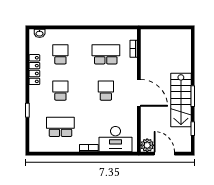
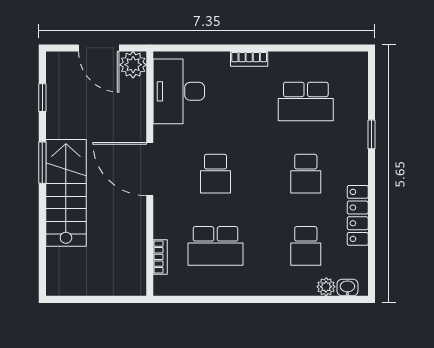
plant: (50, 34) -> (326, 287), added
stairs: (181, 100) -> (66, 193), moved
desk: (115, 139) -> (179, 91), moved, turned -90

